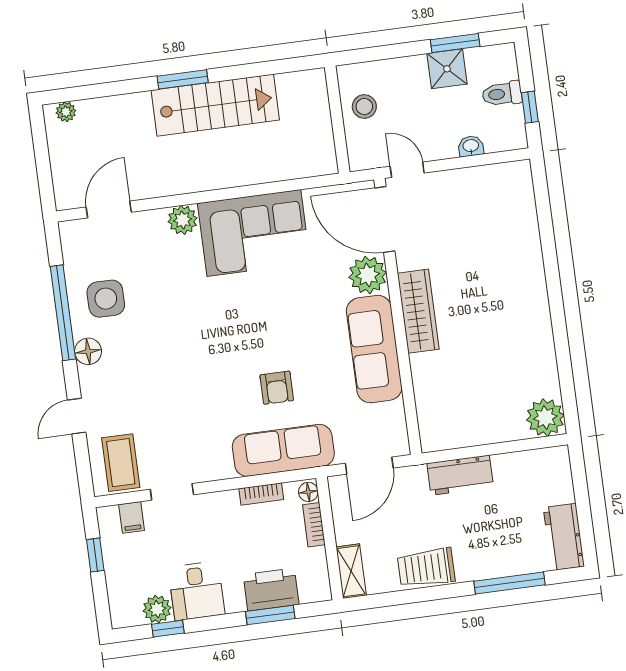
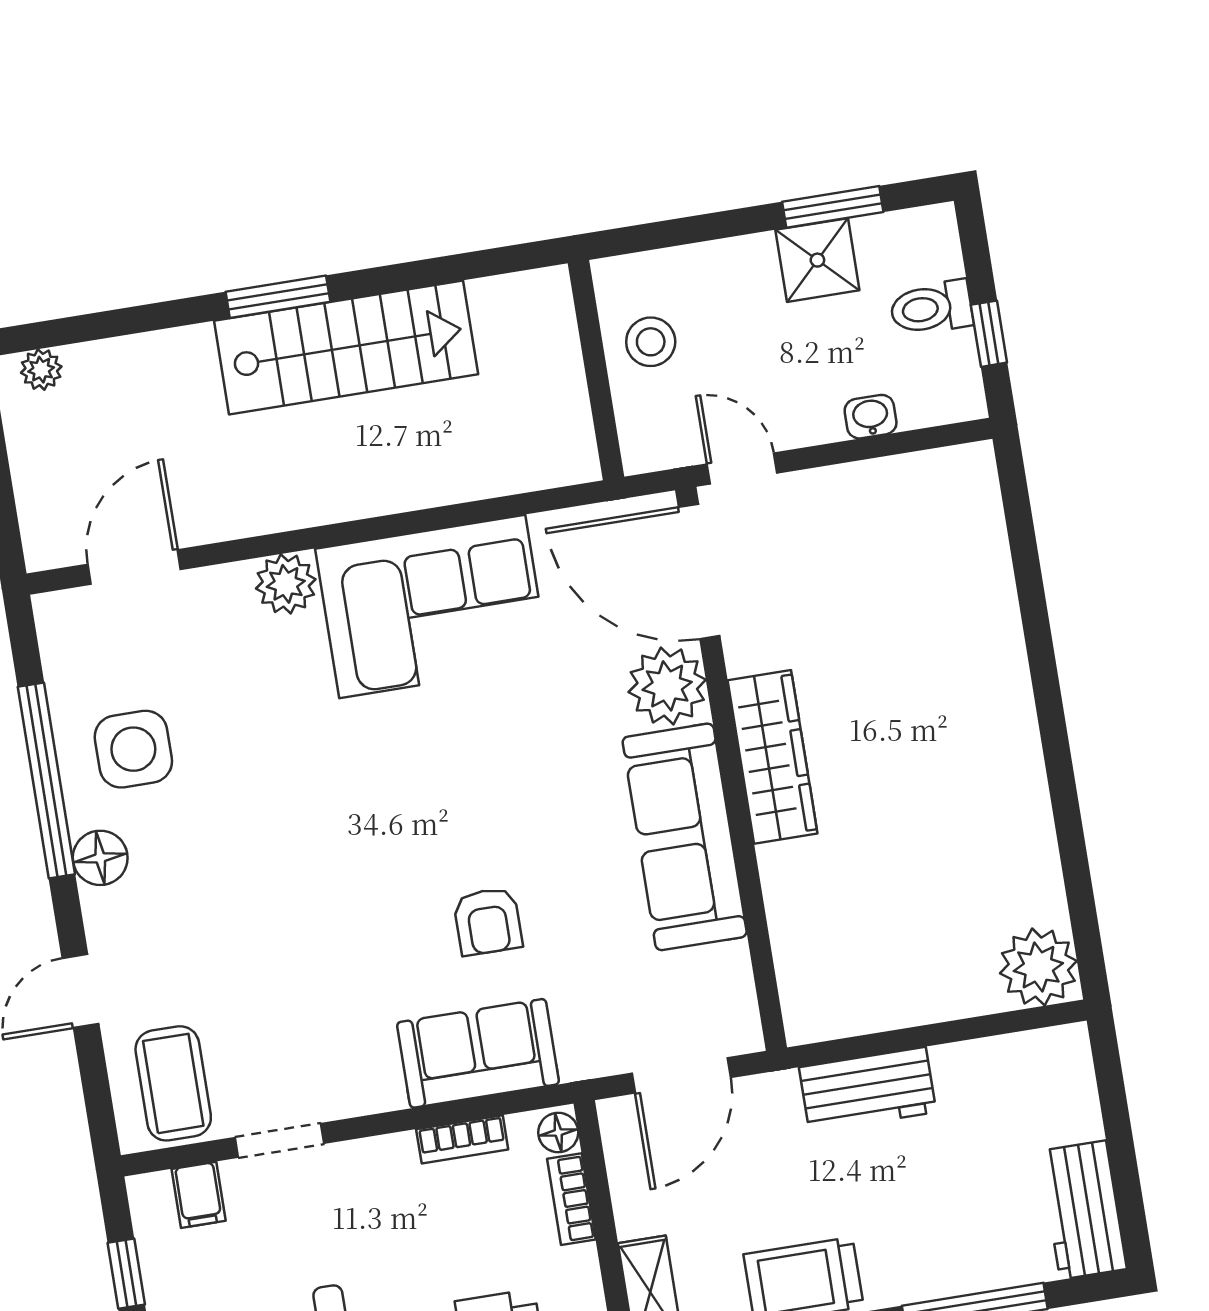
sofa: (283, 450) -> (478, 1053), width x0.73

